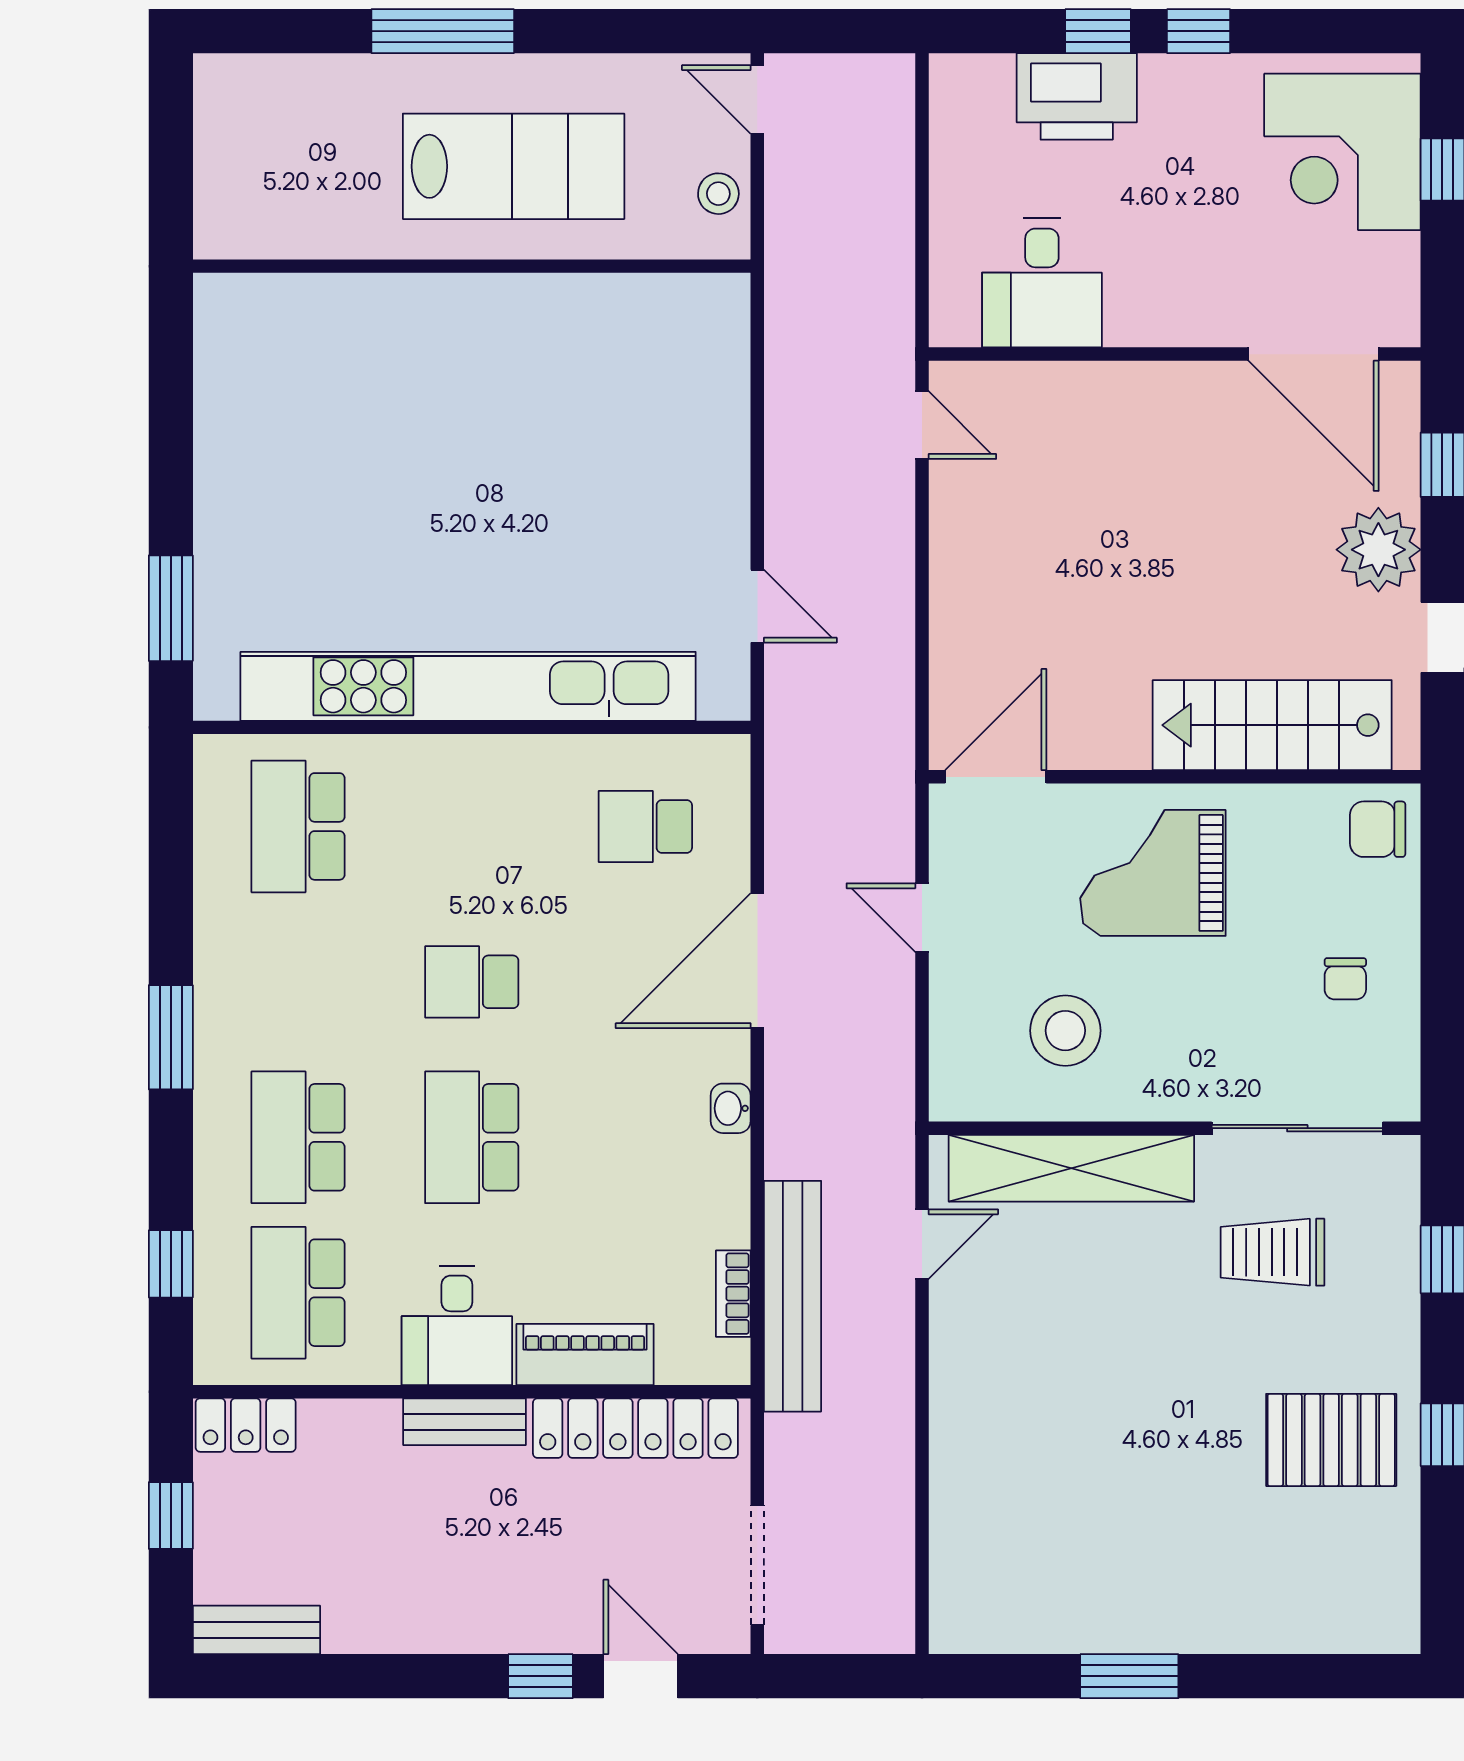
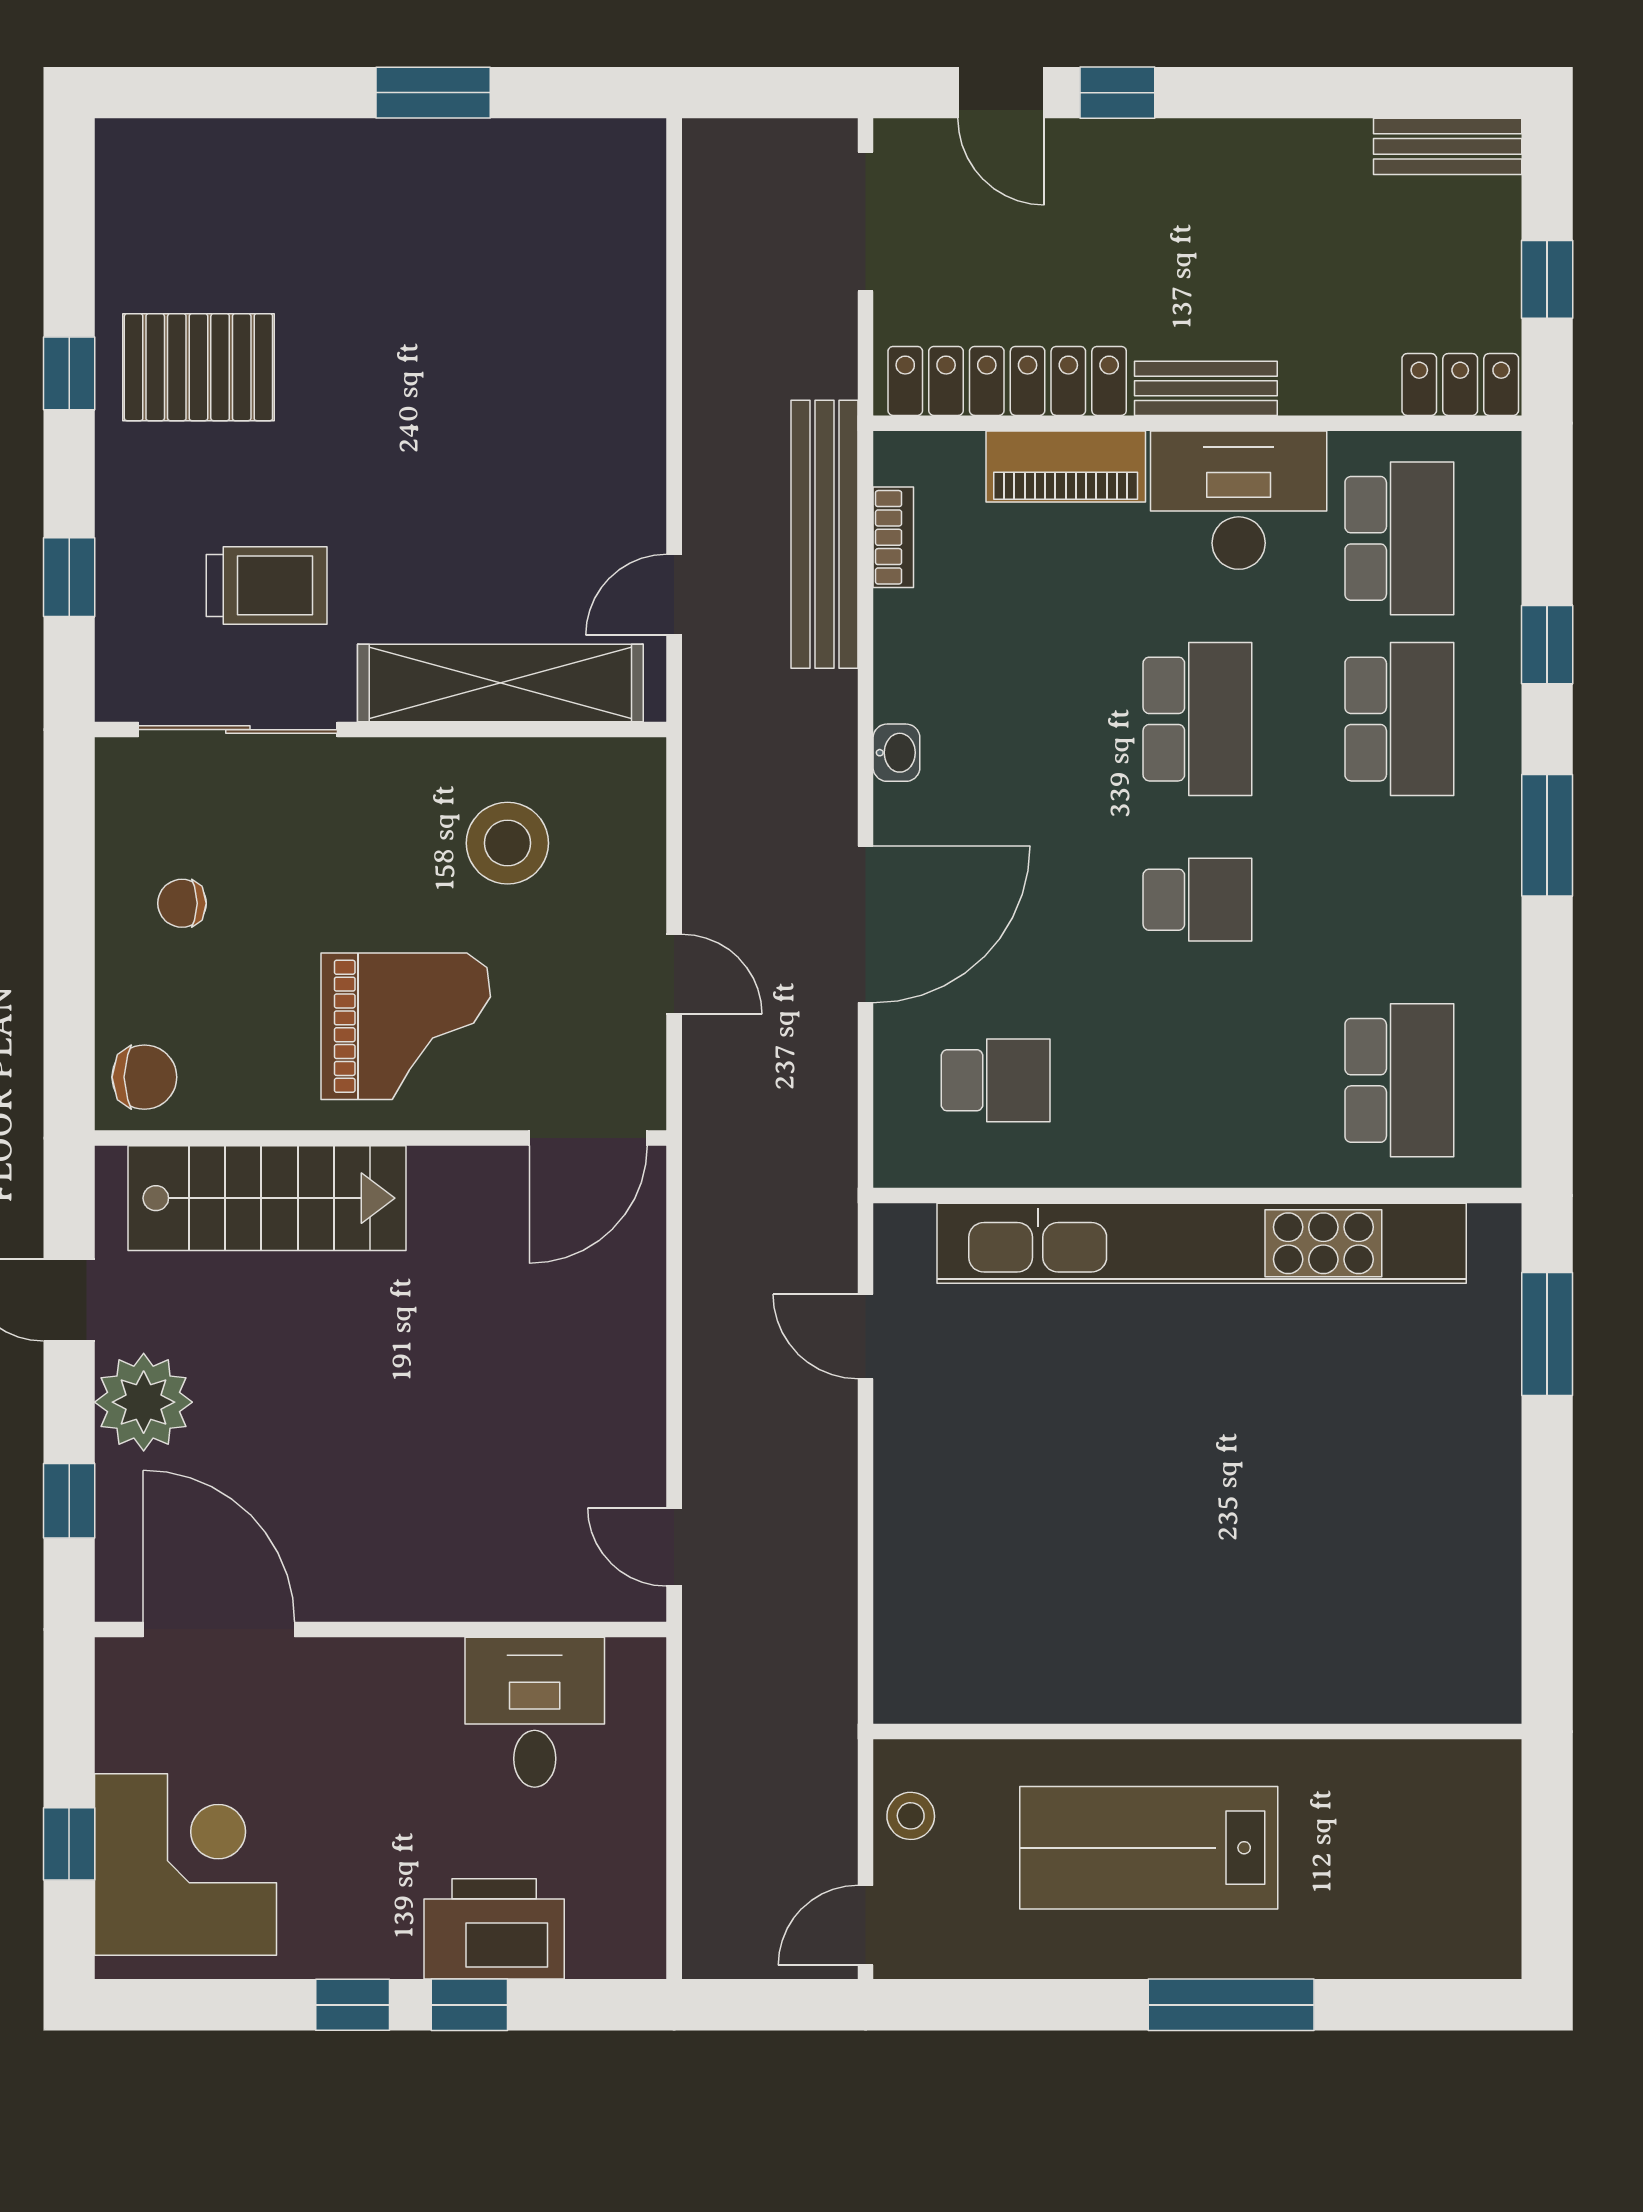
door: (757, 99) -> (866, 1925), swing flipped
chair: (1345, 979) -> (182, 903), turned -90
window: (171, 1264) -> (1547, 645), moved
desk: (457, 1326) -> (1239, 500), width x1.37

